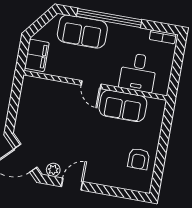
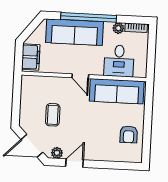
sofa: (82, 32) -> (75, 32), width x1.36
plant: (142, 35) -> (118, 28), added
sofa: (123, 106) -> (117, 91), width x1.36
coffee table: (54, 125) -> (53, 115), added

